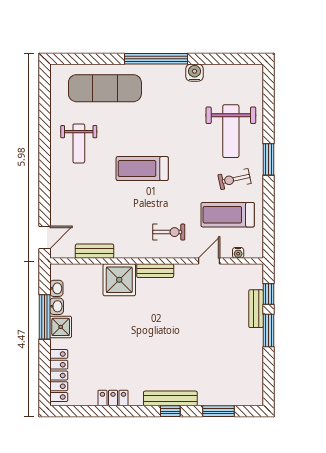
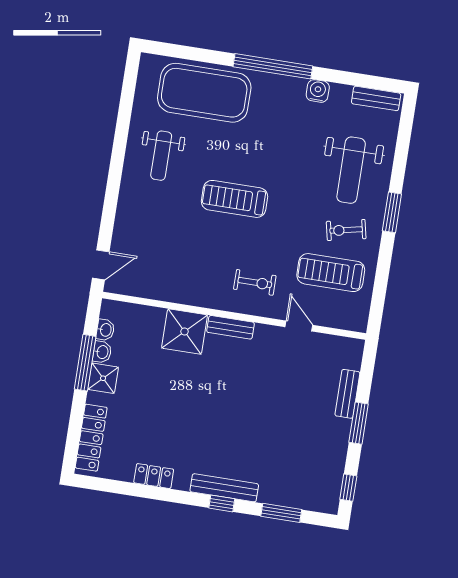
exercise mat: (105, 88) -> (204, 93), width x1.47
bench: (95, 251) -> (376, 98), moved
water cooler: (238, 253) -> (336, 322), removed
door: (209, 261) -> (299, 326), hinge flipped
window: (269, 294) -> (348, 488), moved

